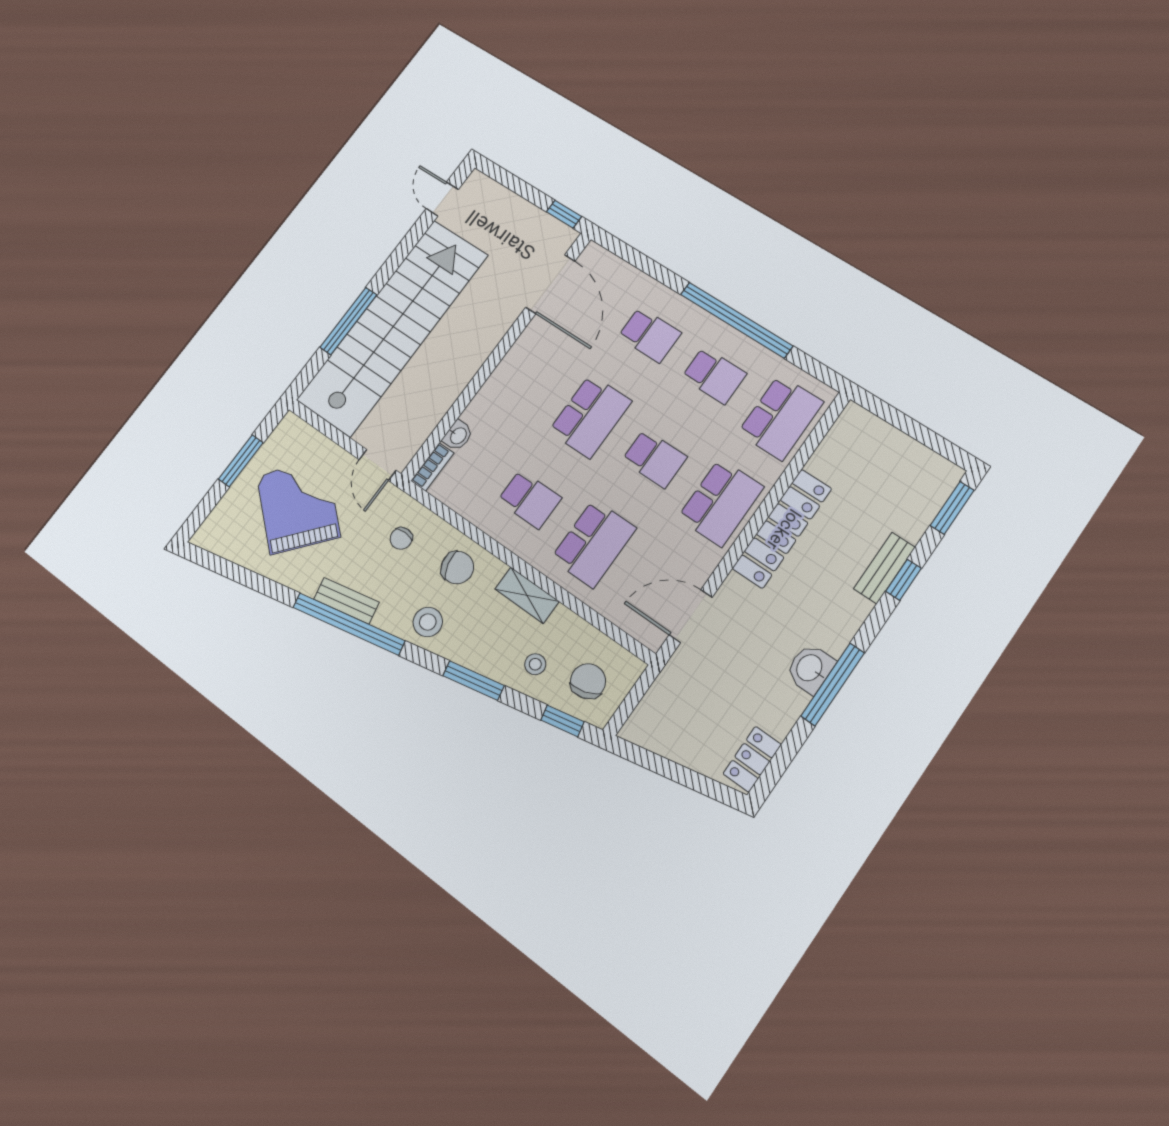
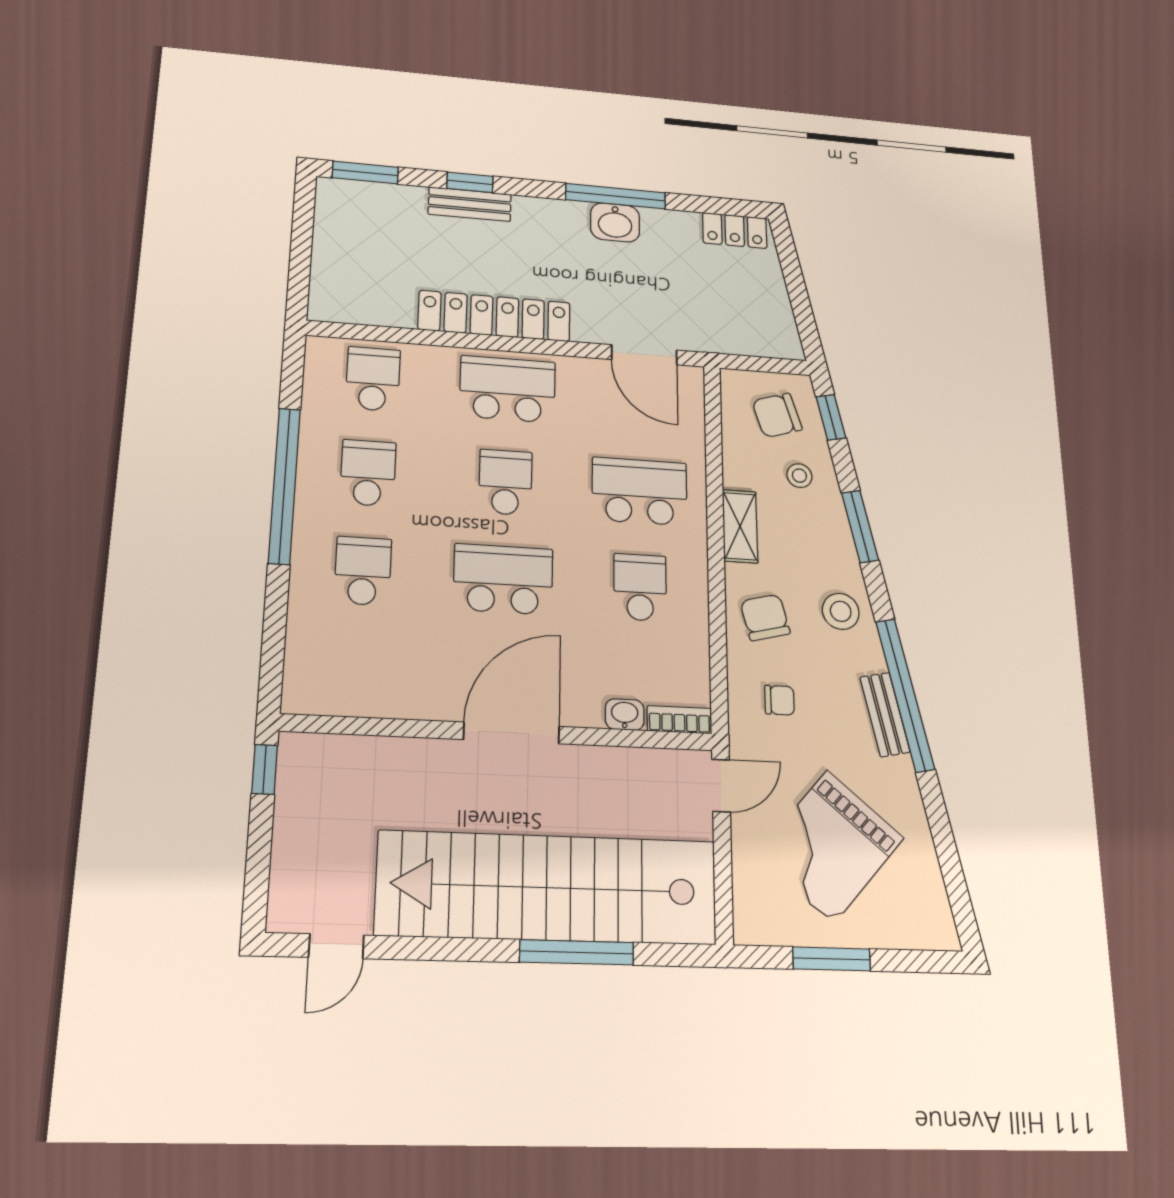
door: (550, 284) -> (512, 733), moved
school desk: (781, 417) -> (373, 379), width x0.54

